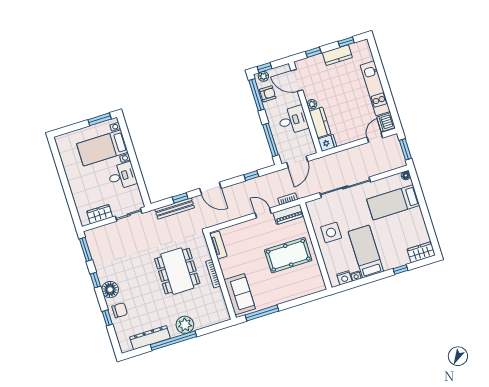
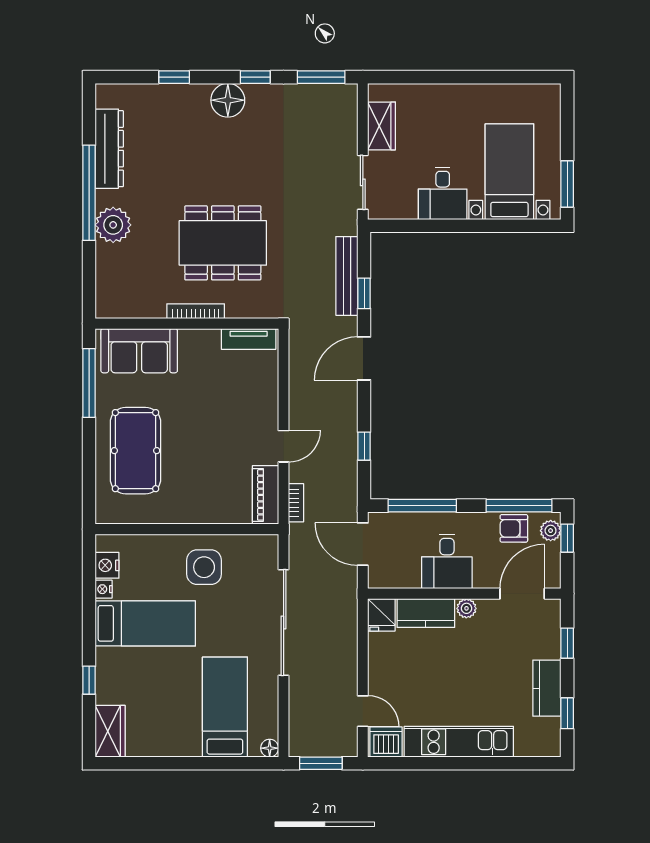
armchair: (268, 94) -> (514, 528), turned 90
pool table: (288, 255) -> (136, 451), moved
chair: (120, 310) -> (181, 106), removed

